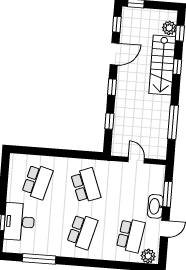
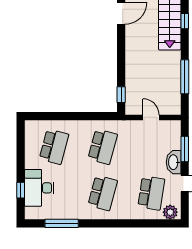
window: (112, 87) -> (121, 46), removed
window: (109, 121) -> (121, 95), moved
school desk: (86, 185) -> (103, 147), turned 36

